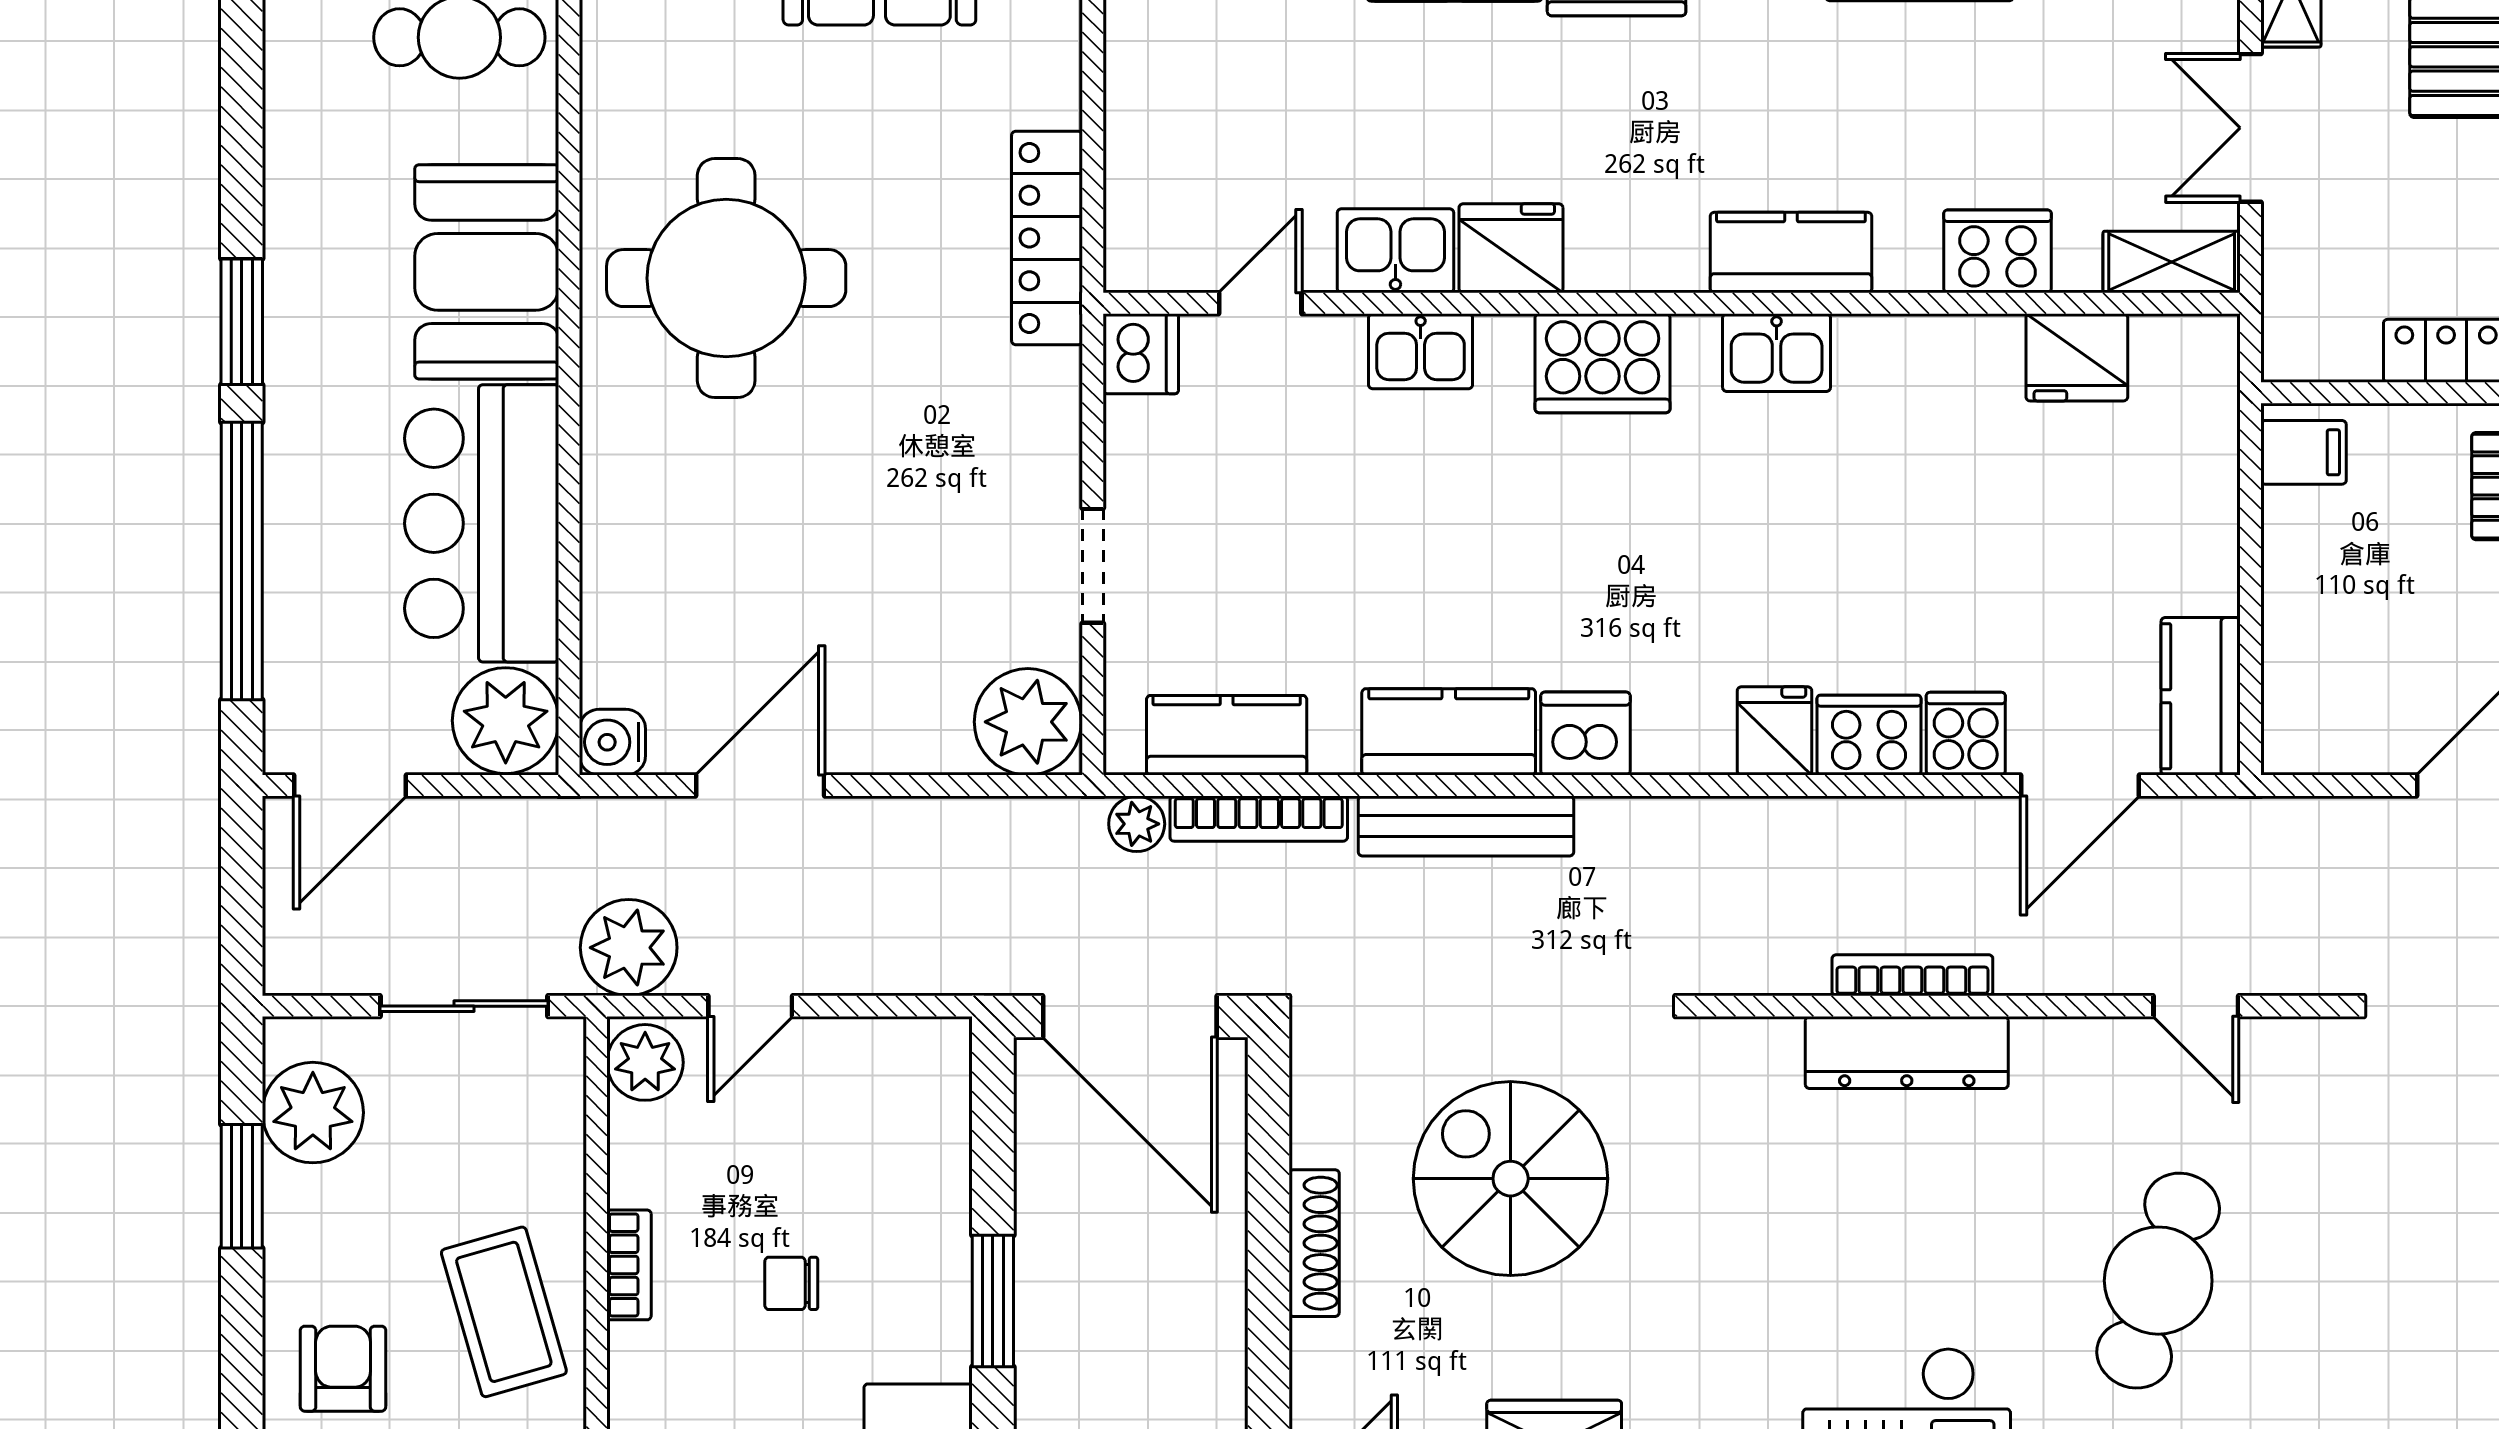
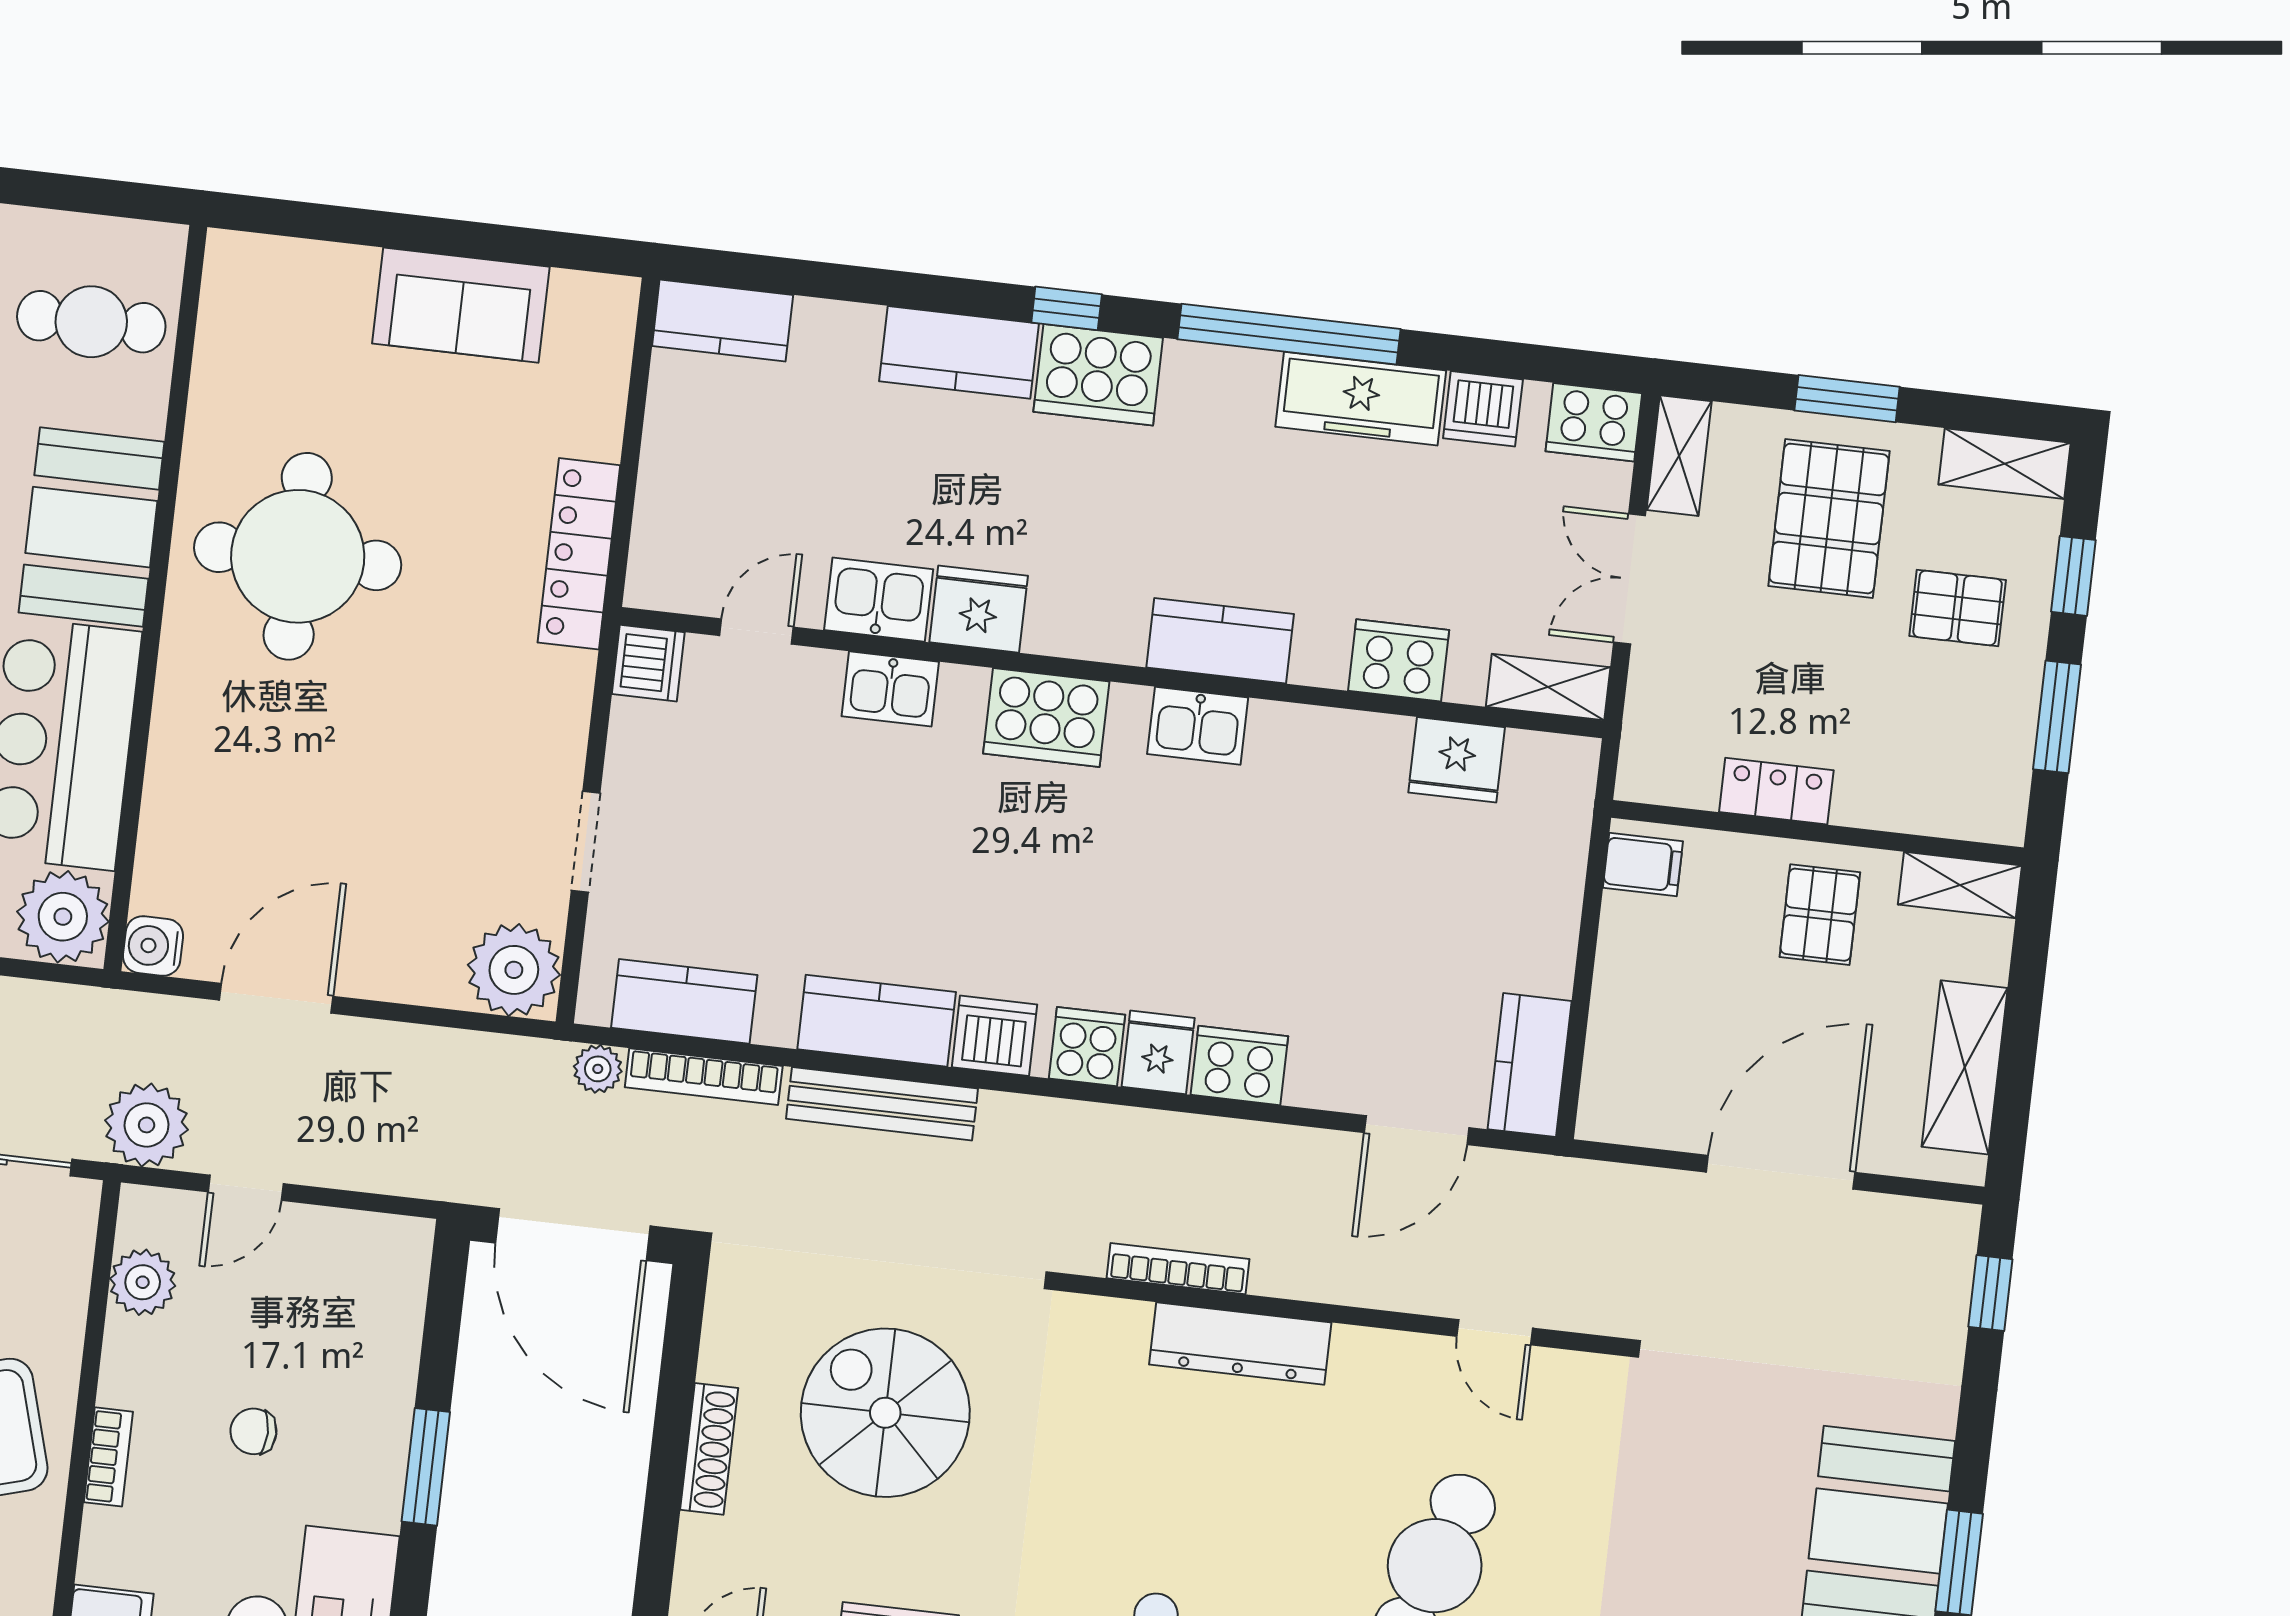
cooker: (1966, 734) -> (1087, 1047), moved
bookcase: (1912, 975) -> (1178, 1269), moved
plant: (645, 1062) -> (143, 1282), moved
bookcase: (629, 1265) -> (108, 1457), moved

